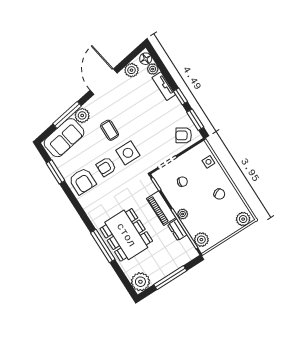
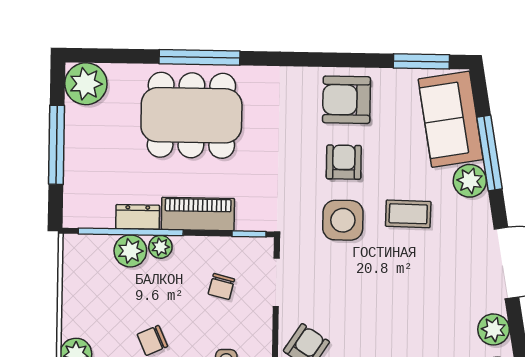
window: (55, 172) -> (421, 61), moved
plant: (201, 240) -> (130, 251), moved

